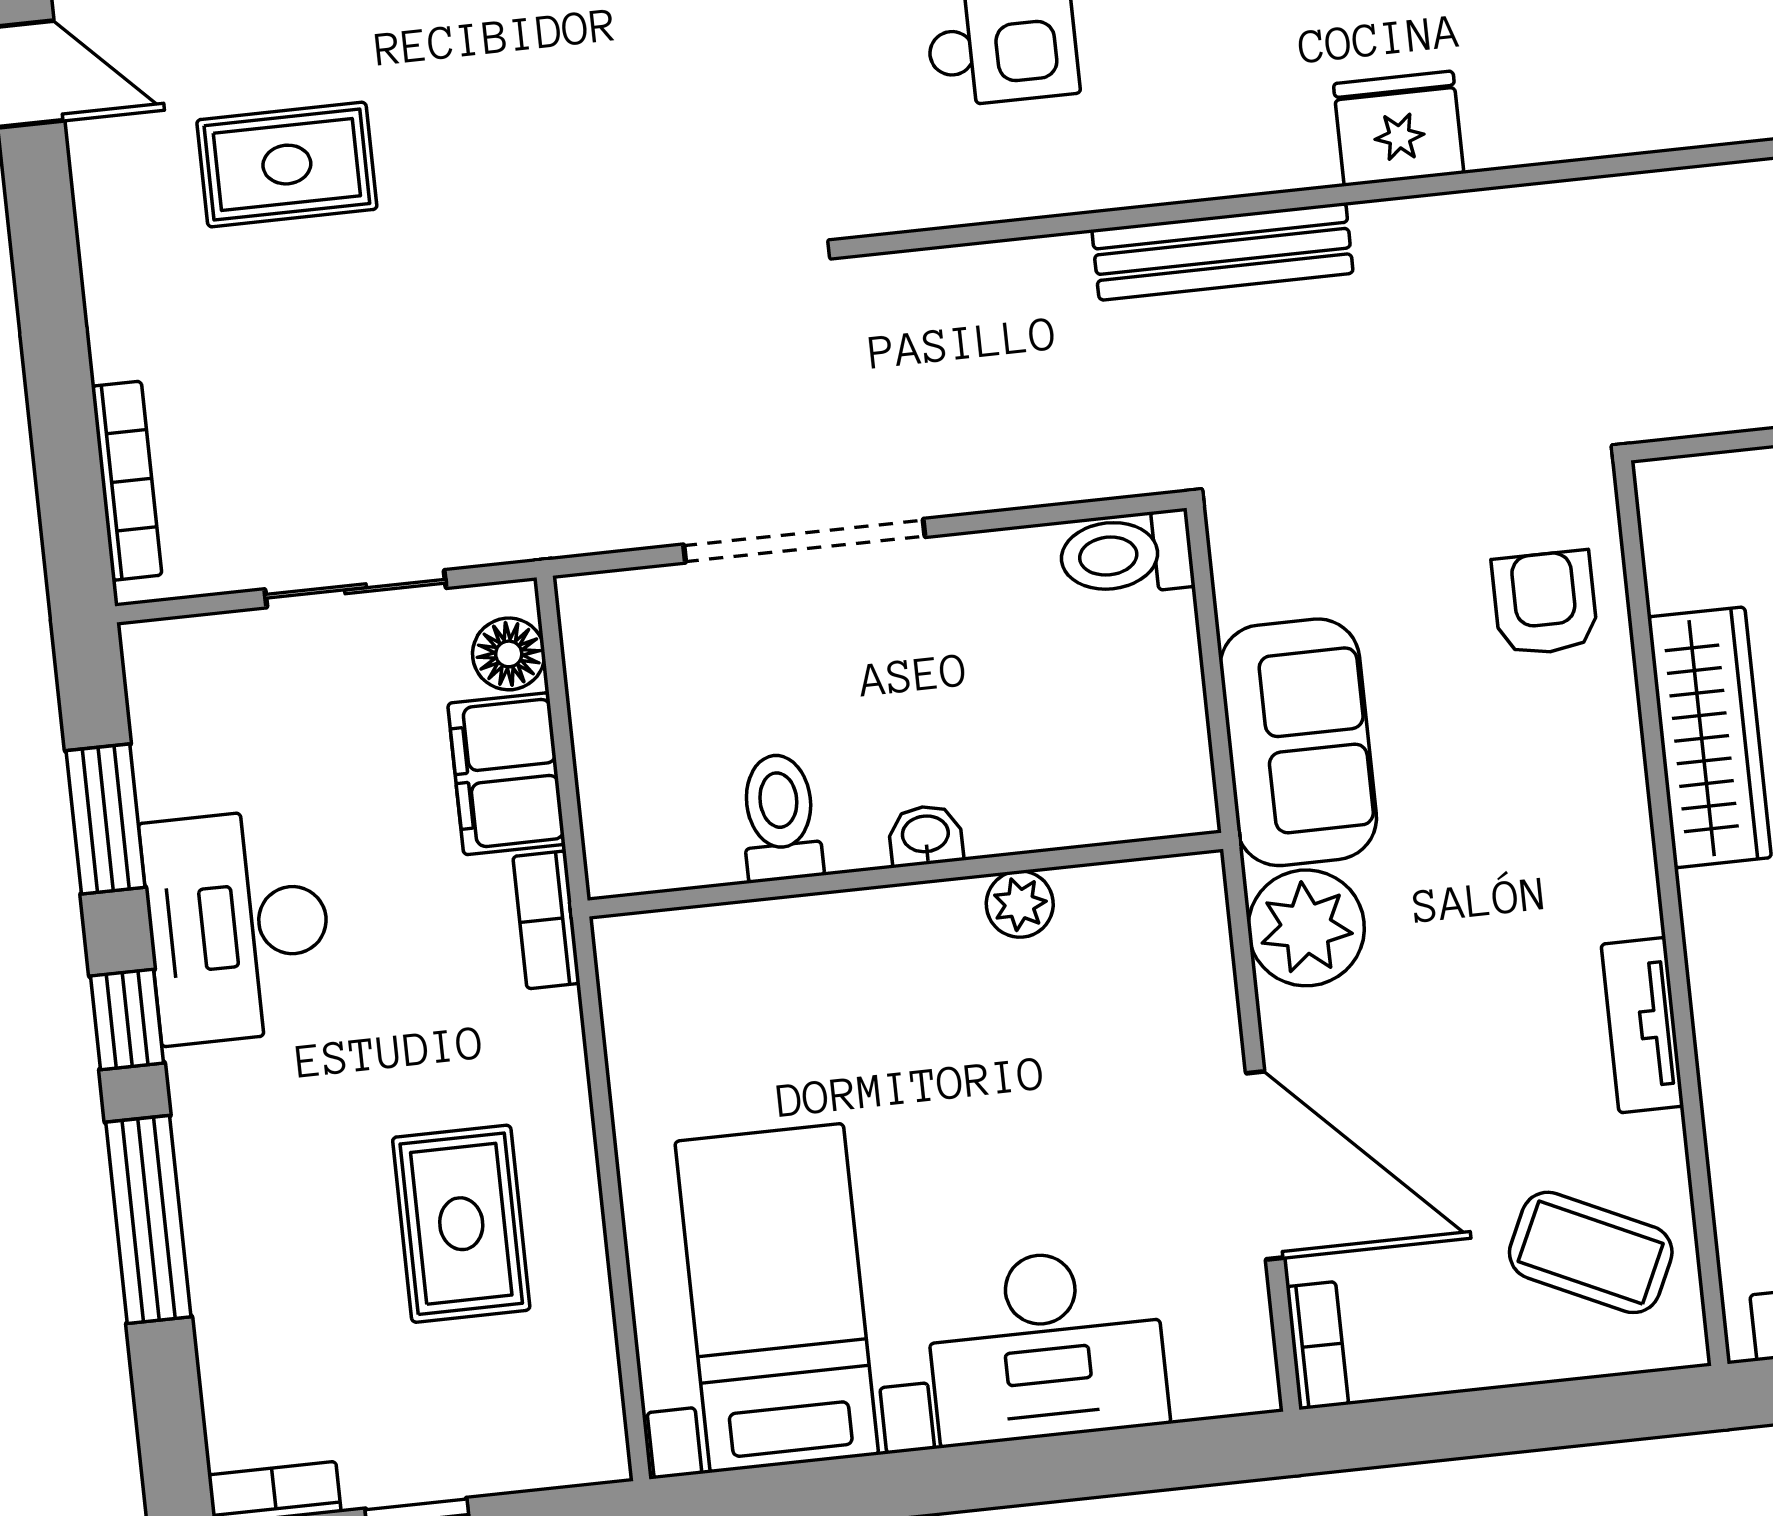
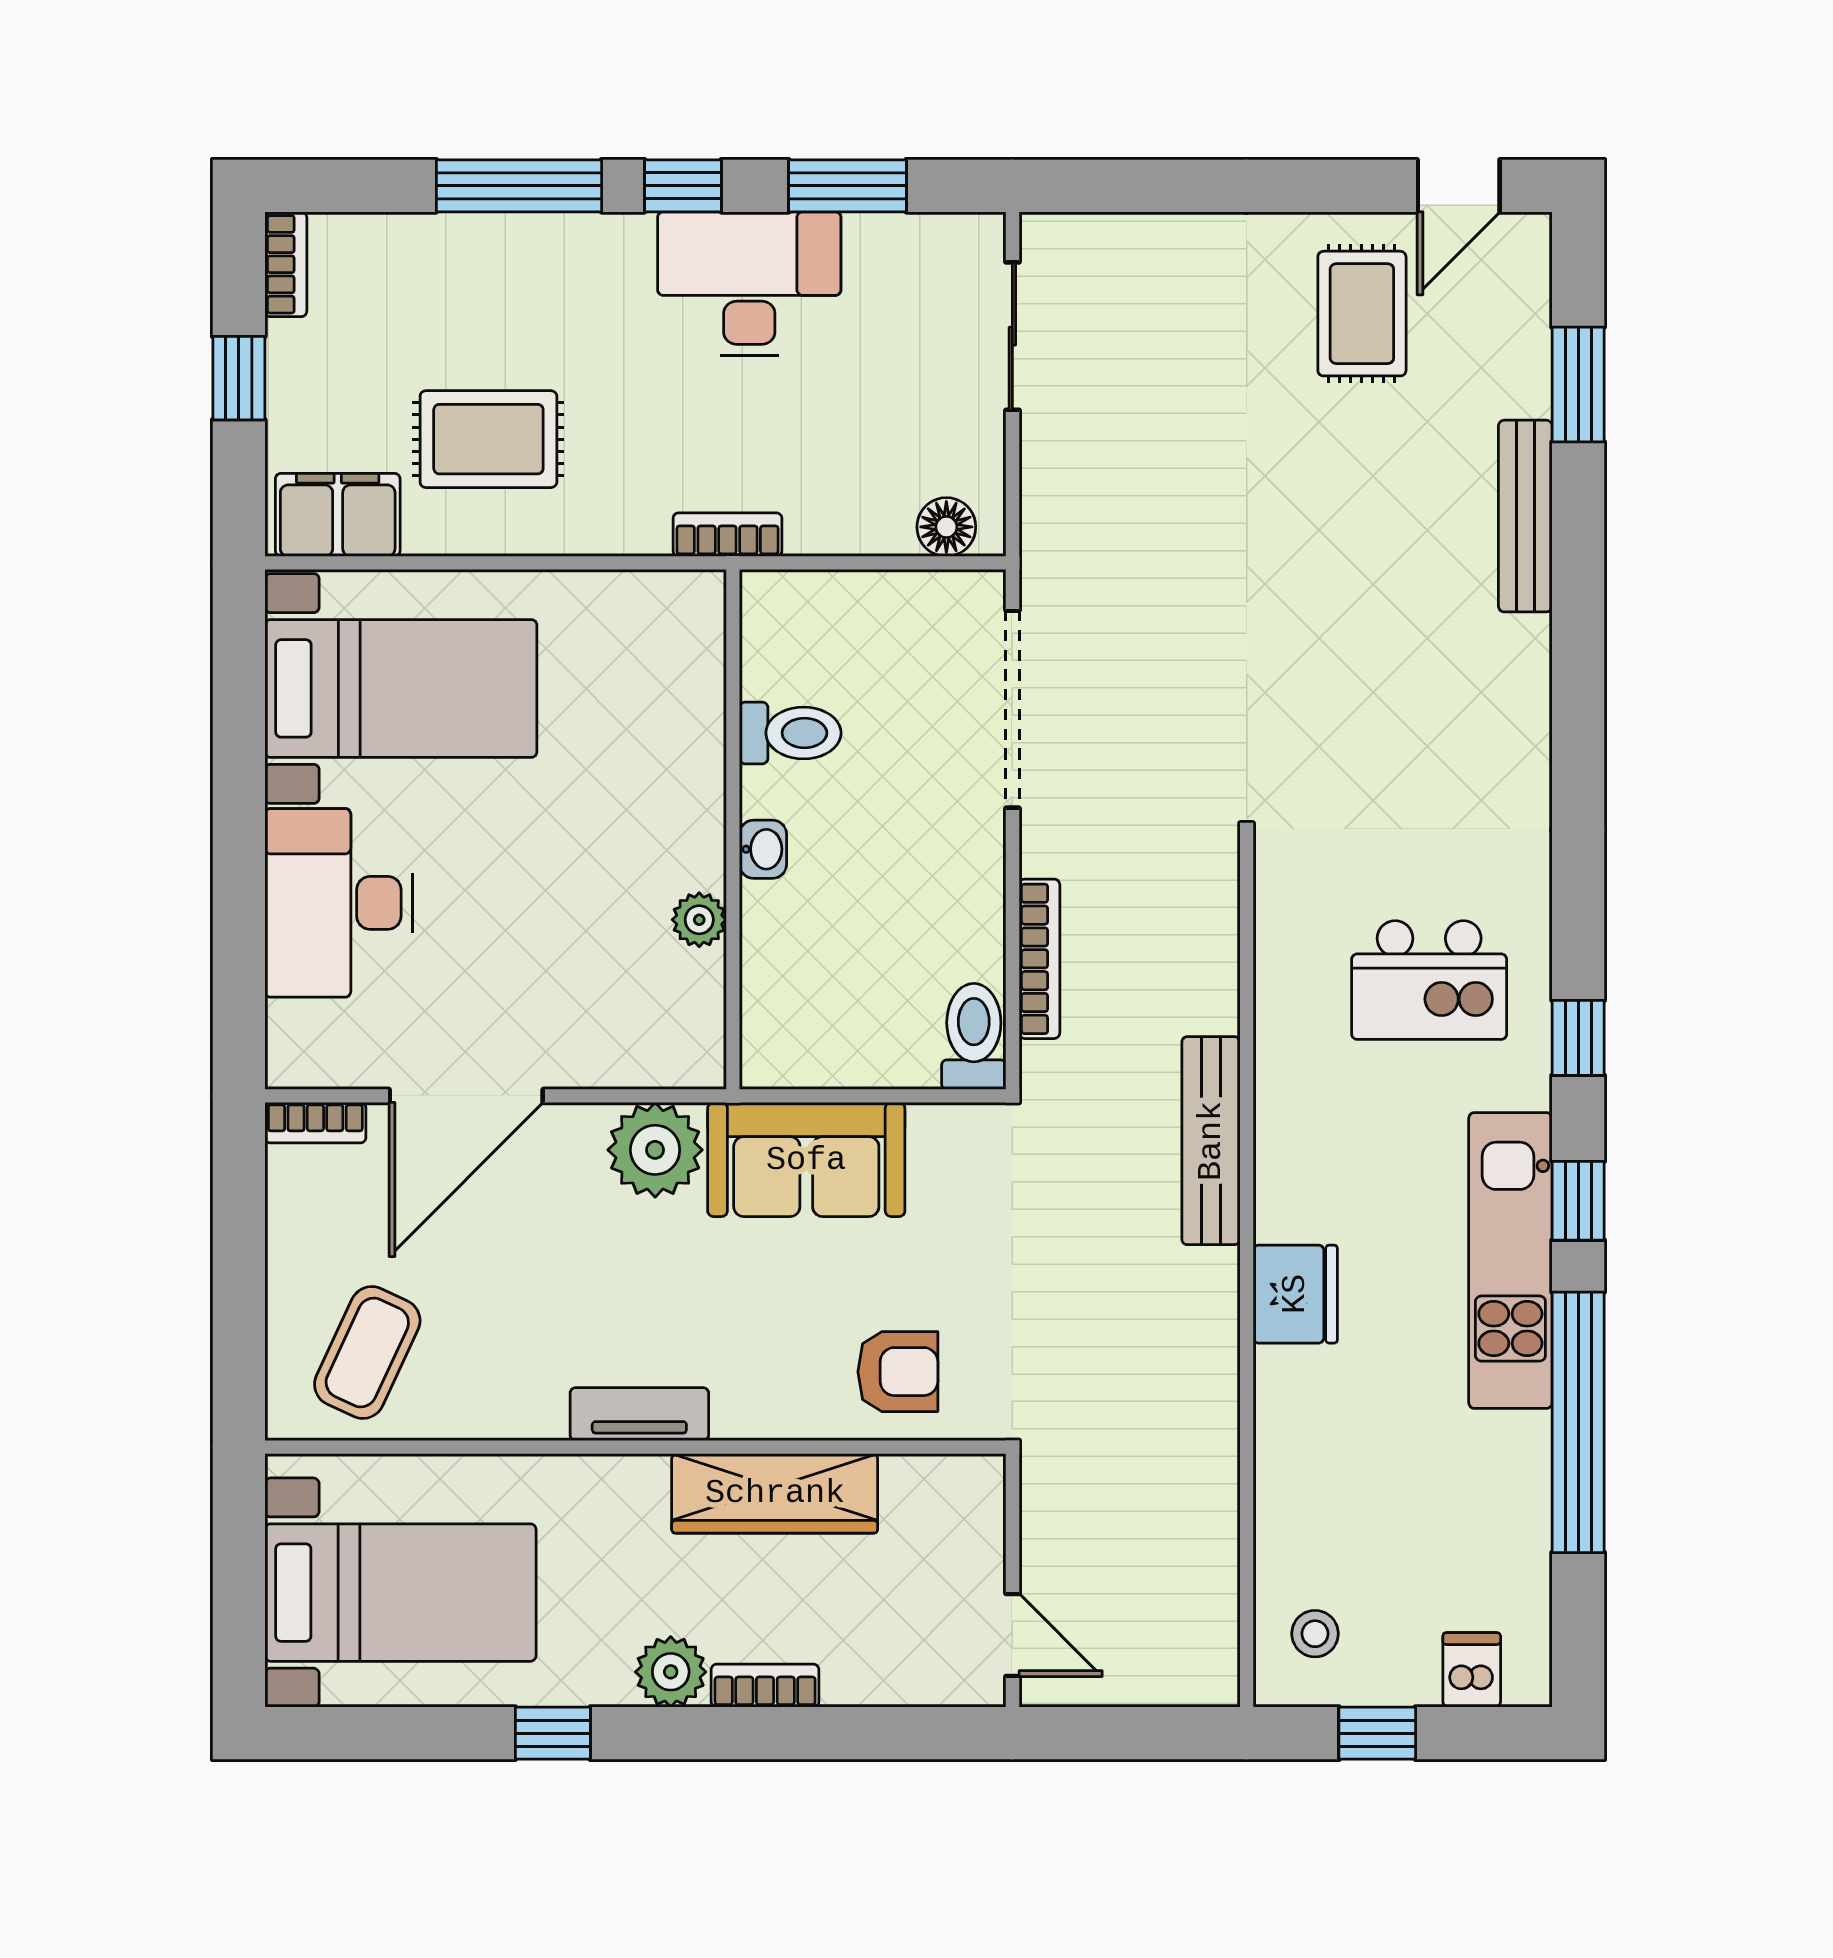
rug: (287, 165) -> (1362, 314), moved
bookcase: (127, 481) -> (1039, 959), moved, turned -90
doorway: (804, 541) -> (1012, 709), moved
sliding door: (356, 589) -> (1012, 336), moved
filing cabinet: (506, 774) -> (338, 515), moved
tv unit: (1642, 1025) -> (639, 1414), moved

